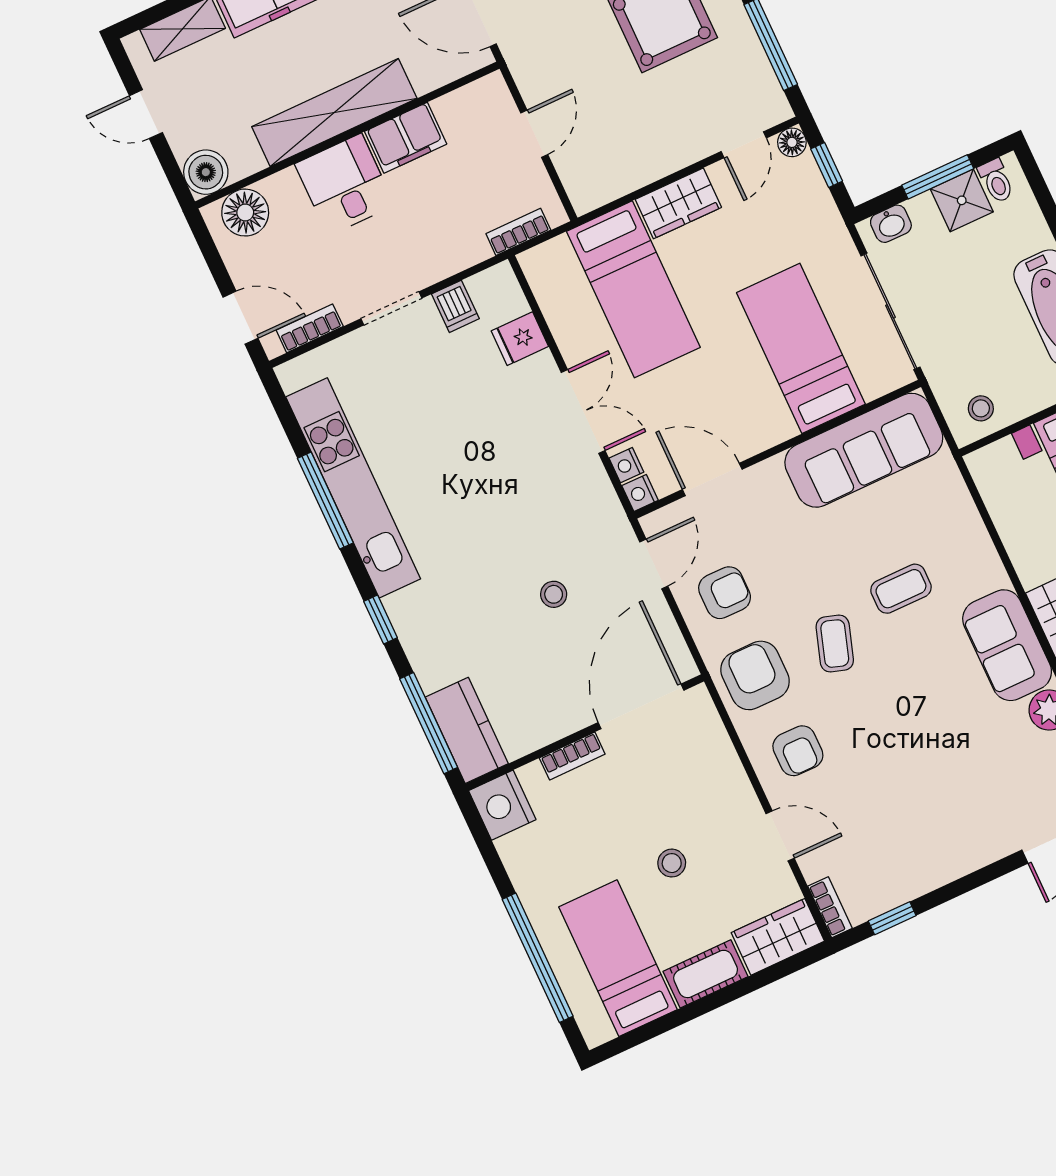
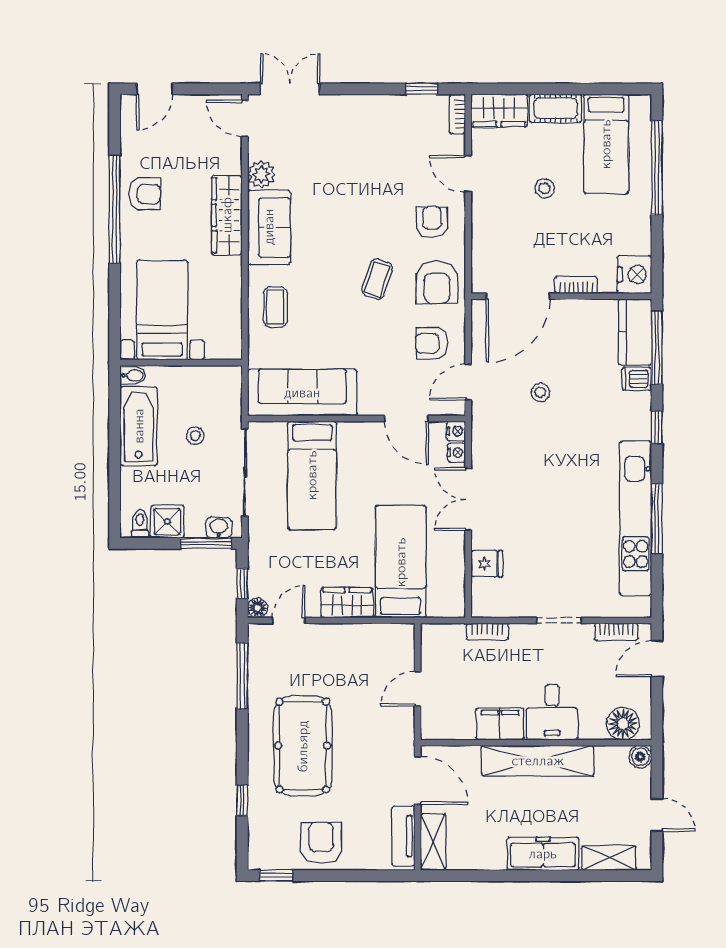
boiler: (206, 172) -> (640, 757), width x0.73, depth x0.73
window: (938, 177) -> (206, 543), moved
bookcase: (518, 232) -> (487, 632), moved
dishwasher: (455, 306) -> (637, 379), moved, turned -90
door: (240, 318) -> (657, 659), hinge flipped
stool: (981, 408) -> (195, 436), moved
coffee table: (901, 589) -> (275, 307), moved, turned 90

